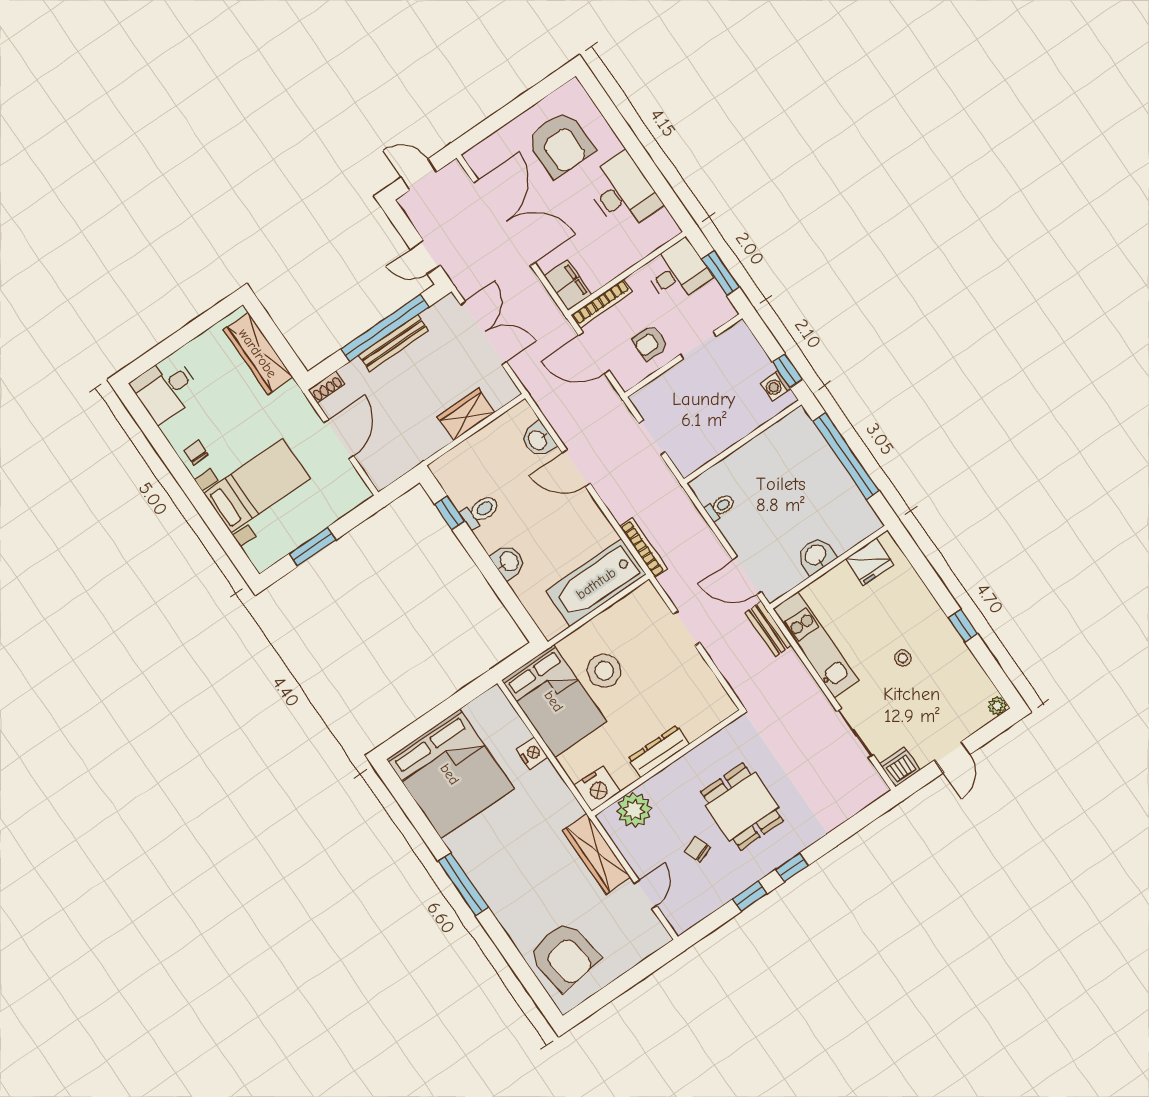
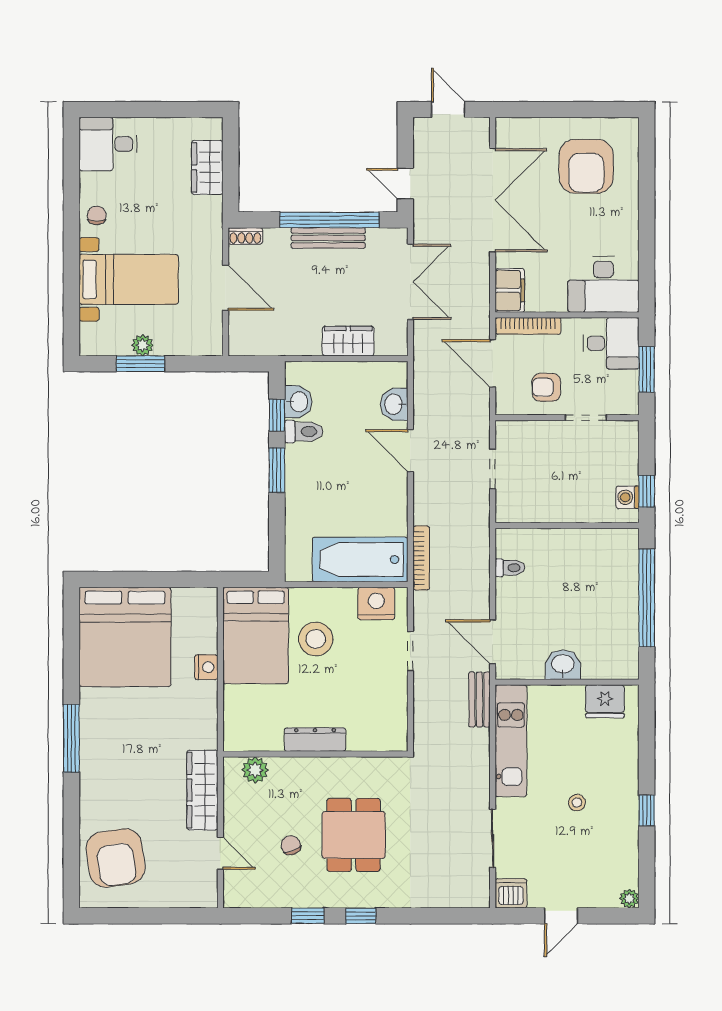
desk: (623, 192) -> (603, 284), moved, turned 90
wardrobe: (258, 353) -> (207, 167), width x0.67
door: (339, 439) -> (226, 288), hinge flipped
plant: (304, 531) -> (143, 345), added
window: (480, 557) -> (277, 470), added
washbasin: (508, 562) -> (298, 402), moved
nightstand: (597, 788) -> (376, 603), moved, turned 180
plant: (634, 810) -> (255, 770), width x0.73, depth x0.73
door: (646, 894) -> (220, 853), hinge flipped

